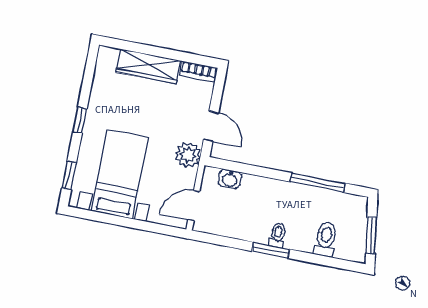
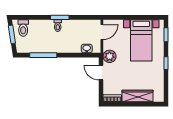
toilet: (326, 239) -> (23, 28), moved

